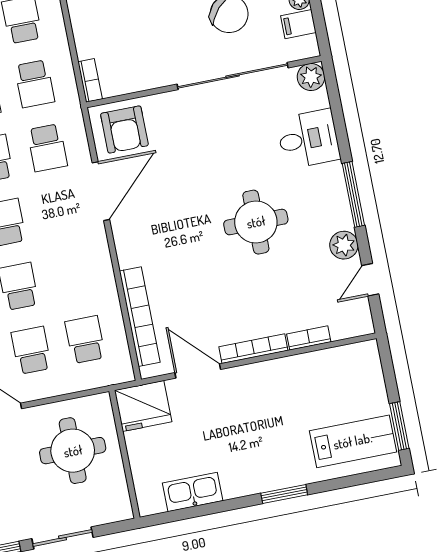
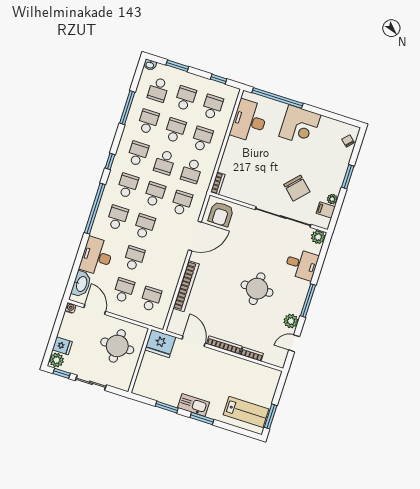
school desk: (47, 148) -> (182, 203), turned 180
bookcase: (140, 317) -> (186, 286), moved
kitchen sink: (193, 492) -> (193, 405), moved
window: (214, 508) -> (167, 407), added

